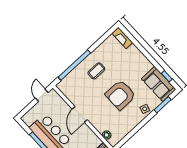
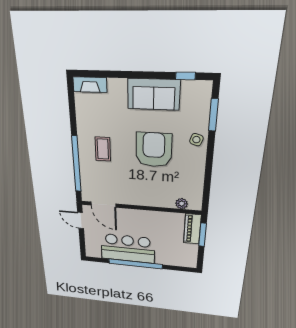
sofa: (159, 84) -> (154, 94), moved
armchair: (120, 95) -> (154, 150), turned 180
door: (80, 114) -> (103, 205), moved

